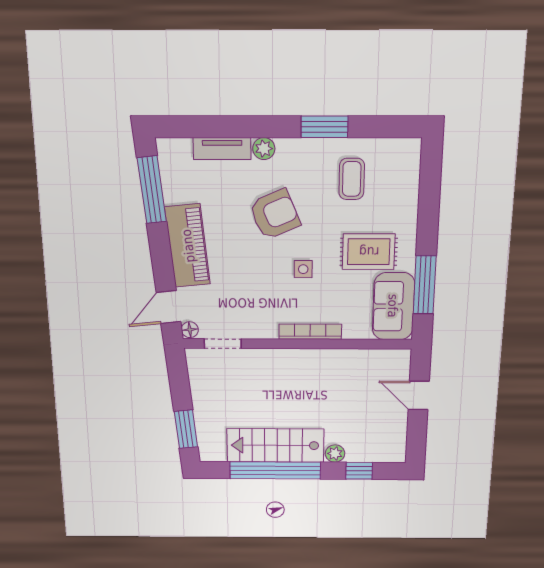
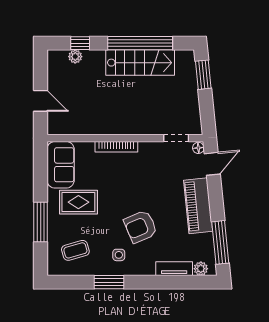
plant: (264, 149) -> (201, 269), moved
coffee table: (352, 179) -> (75, 250), moved, turned 74
side table: (303, 269) -> (119, 255), moved
window: (425, 285) -> (41, 222), moved
plant: (335, 454) -> (75, 57), moved

